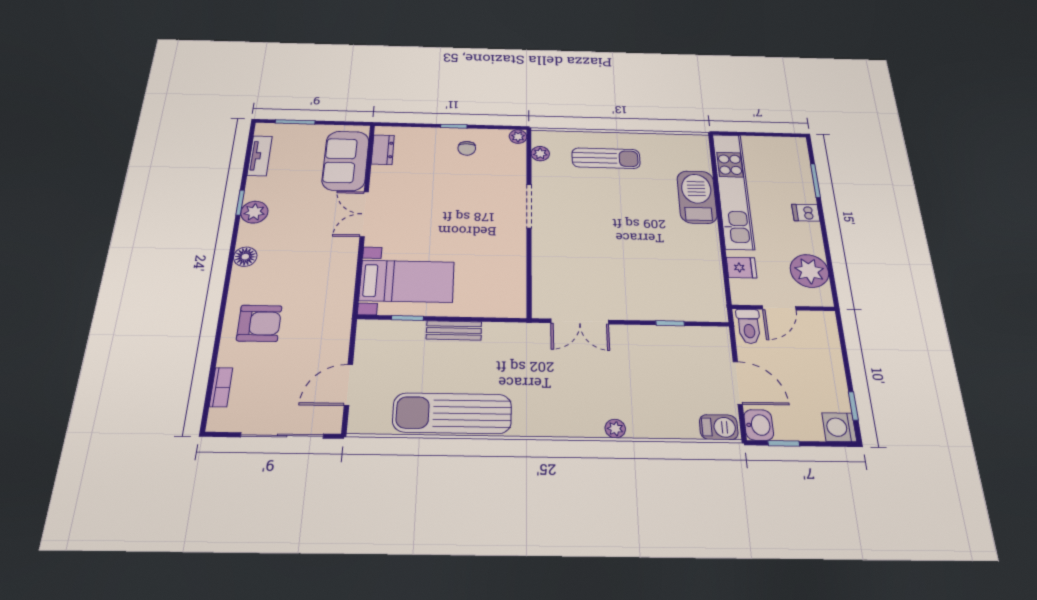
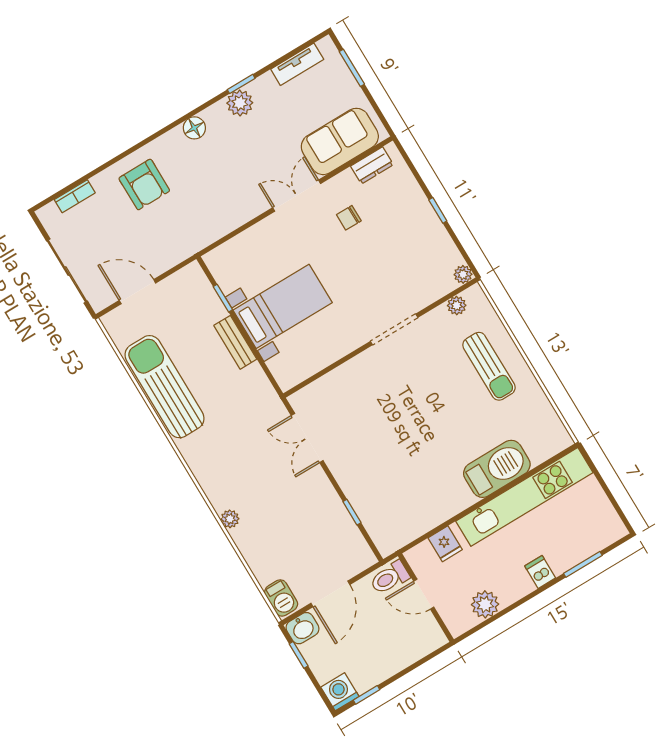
chair: (467, 148) -> (349, 218), moved
plant: (809, 271) -> (485, 604), width x0.73, depth x0.73
bed with nightstands: (407, 281) -> (283, 306), moved, turned -90

